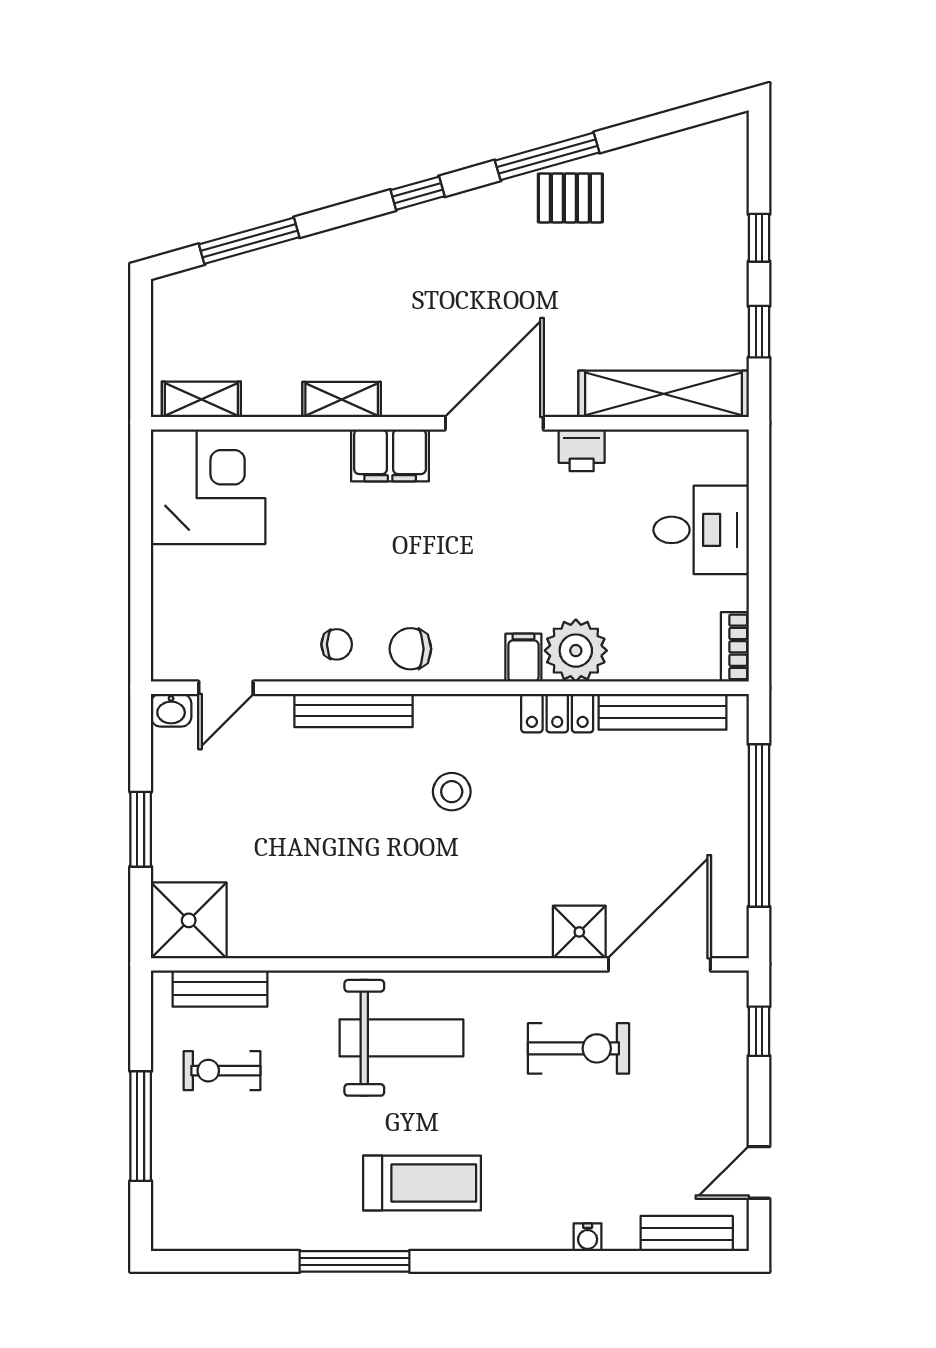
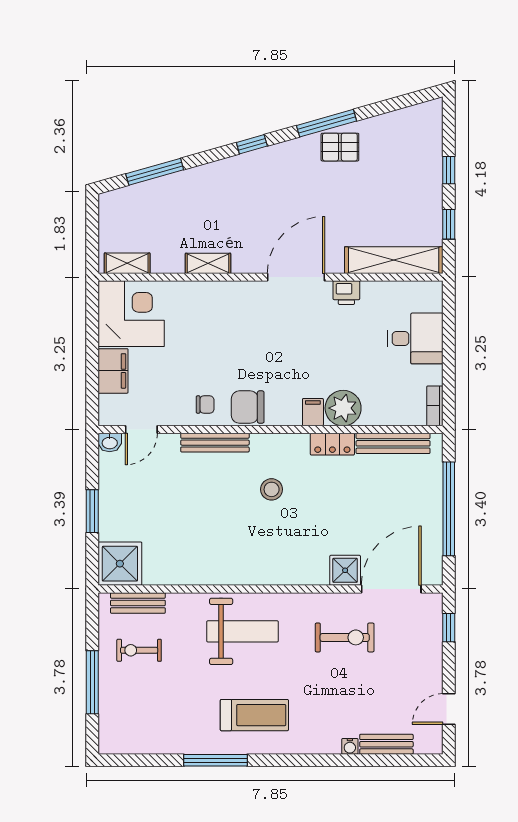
filing cabinet: (390, 455) -> (113, 371), moved, turned -90
chair: (410, 649) -> (248, 407), width x1.37, depth x1.37
bench: (687, 1234) -> (386, 744), moved

